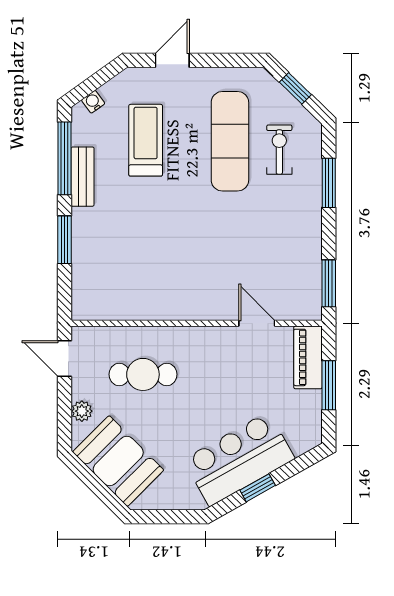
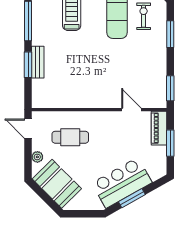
bench: (83, 177) -> (38, 62), moved
window: (258, 488) -> (132, 198), width x1.50

